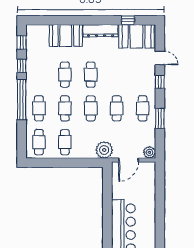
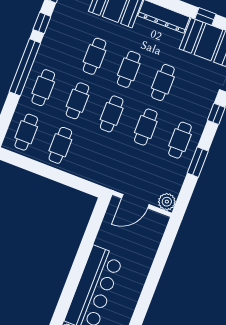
cafe table: (117, 75) -> (163, 82), added
plant: (104, 150) -> (108, 176), removed

